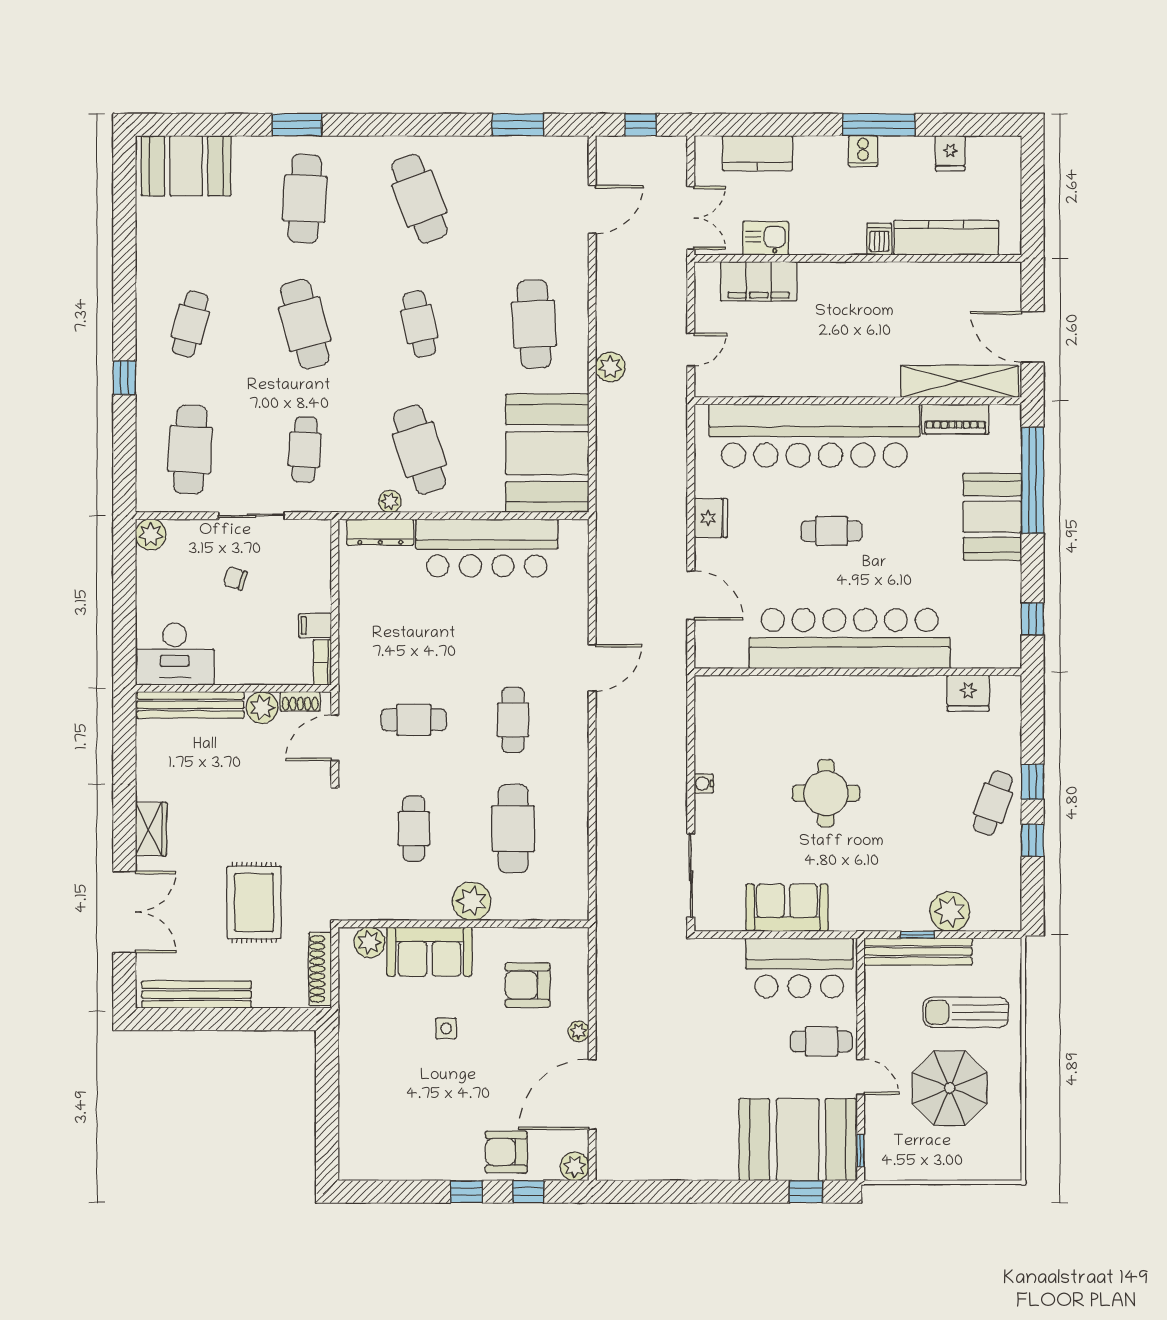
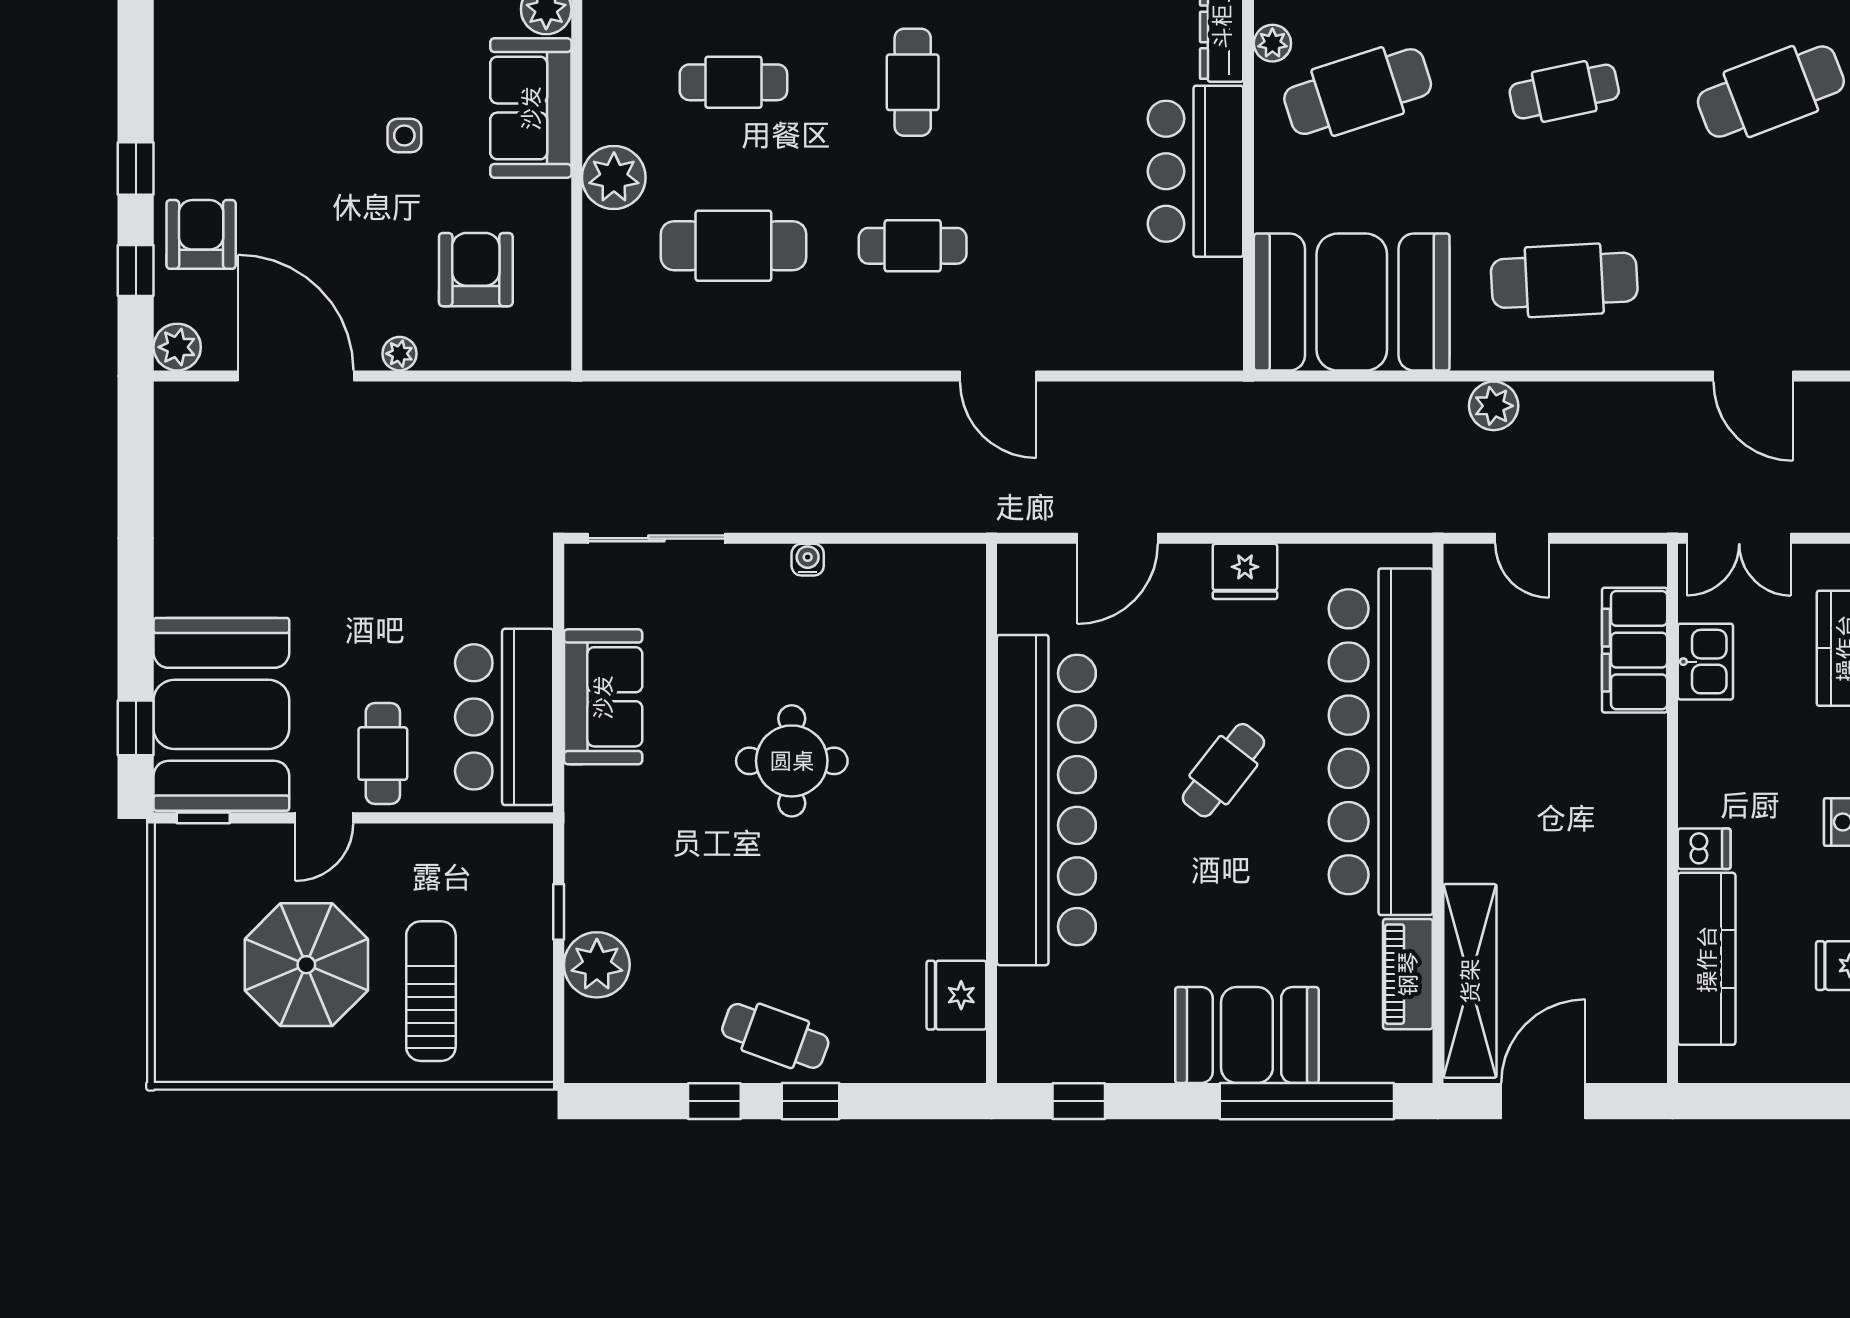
cafe table: (832, 531) -> (1223, 770), turned 38
bar counter: (487, 548) -> (1196, 171), width x0.73
bench: (918, 952) -> (531, 912), removed

